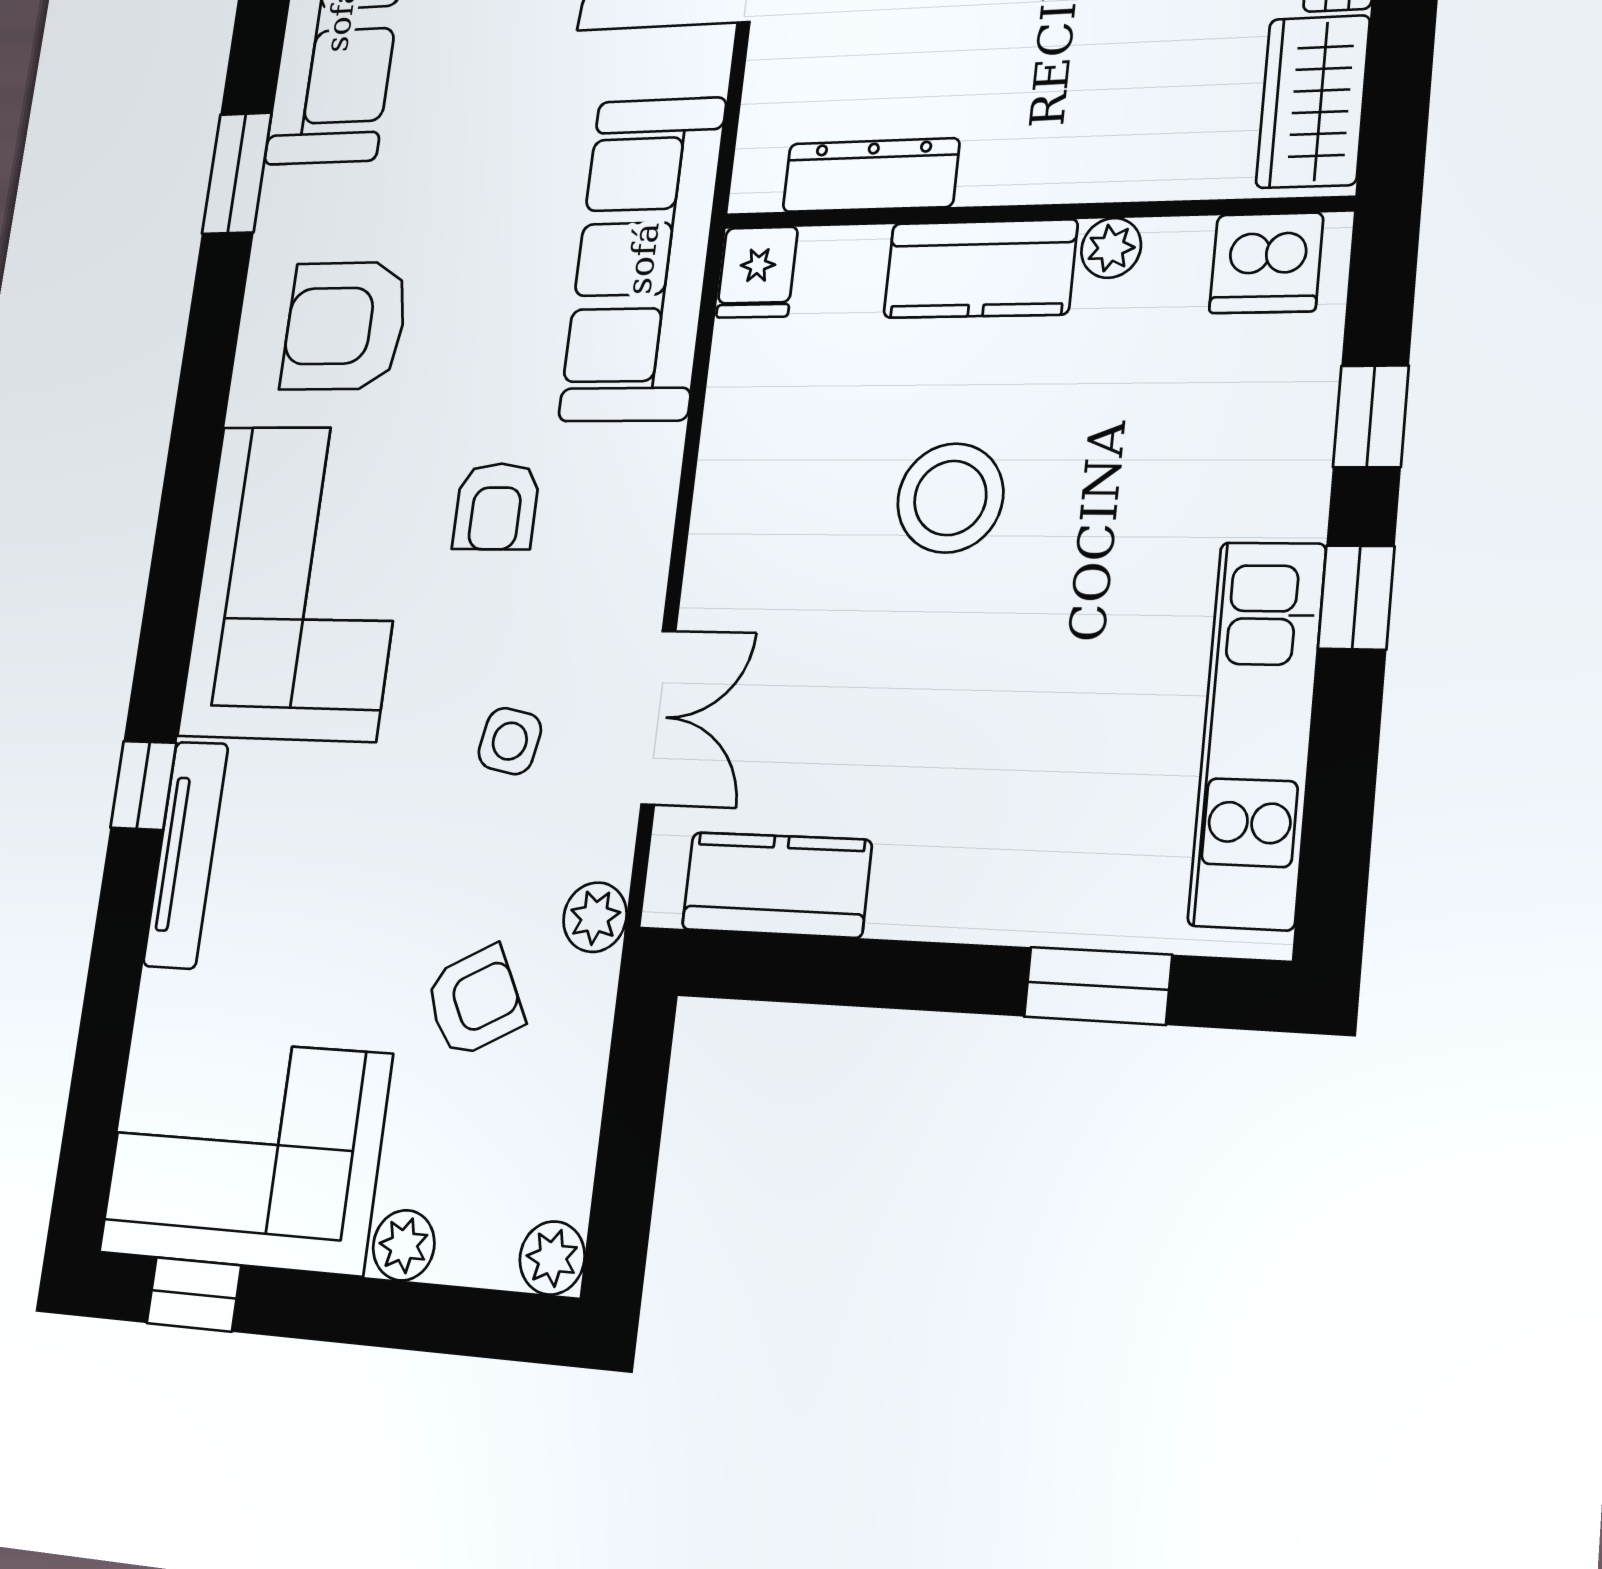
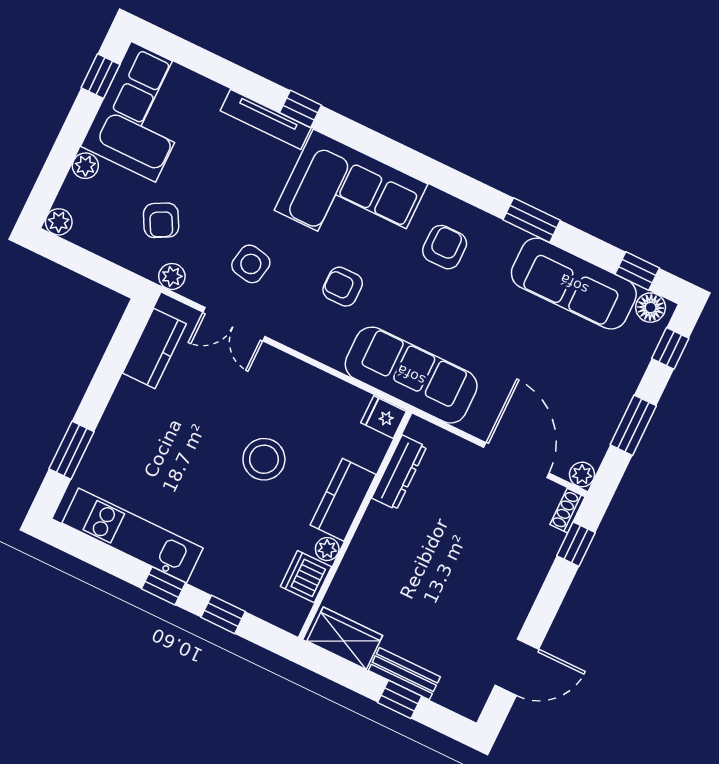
dishwasher: (1266, 263) -> (306, 577), moved
armchair: (345, 326) -> (445, 247), width x0.72, depth x0.72
side table: (510, 741) -> (251, 264), width x1.37, depth x1.37

